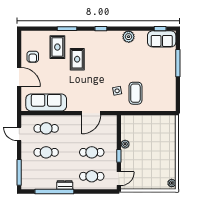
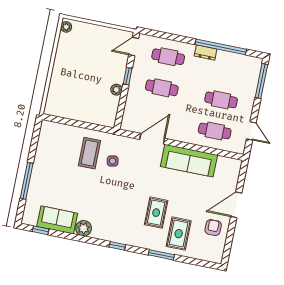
sofa: (162, 39) -> (57, 220), moved
door: (19, 77) -> (236, 205), hinge flipped
sofa: (46, 103) -> (189, 161), moved

